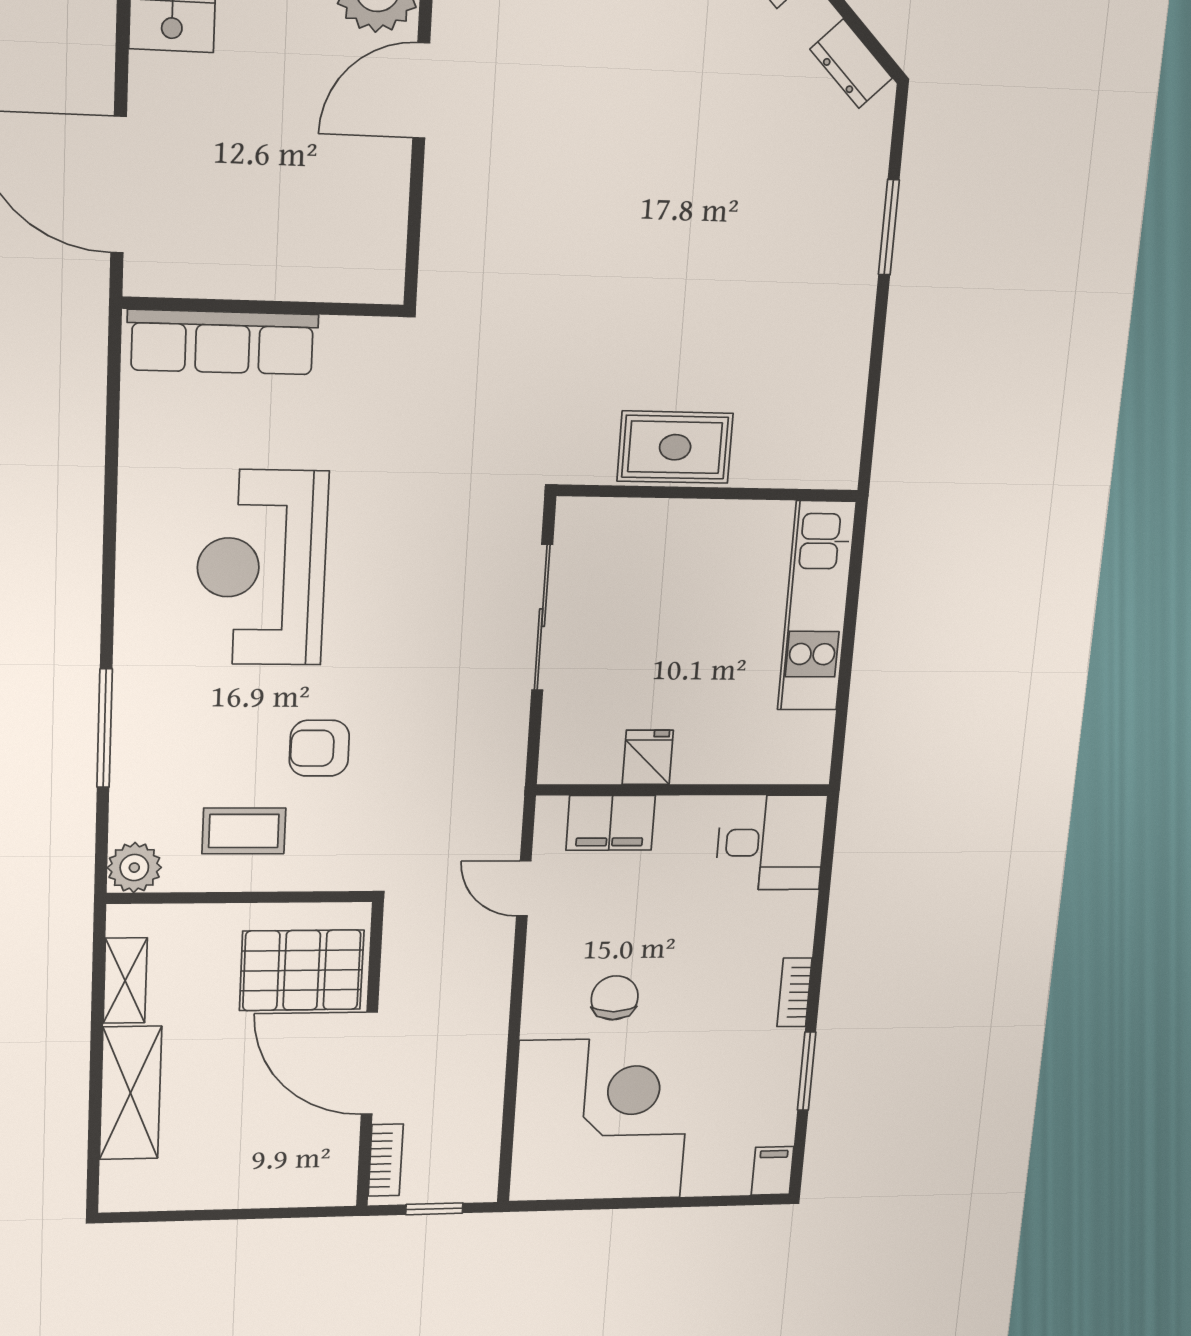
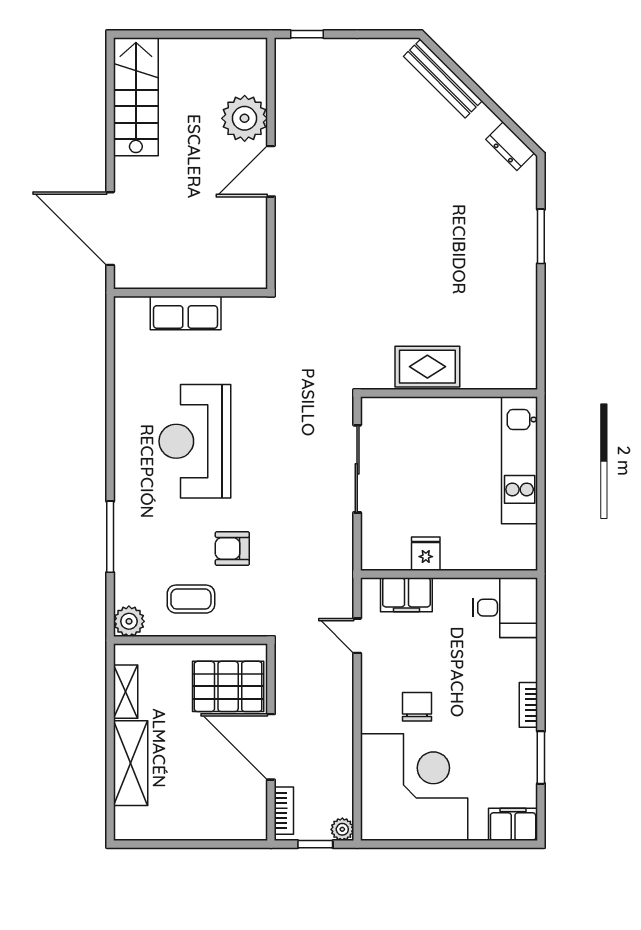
row of seats: (223, 342) -> (186, 313), width x0.68
filing cabinet: (772, 1171) -> (513, 824), width x2.00
plant: (480, 1186) -> (342, 829), added

